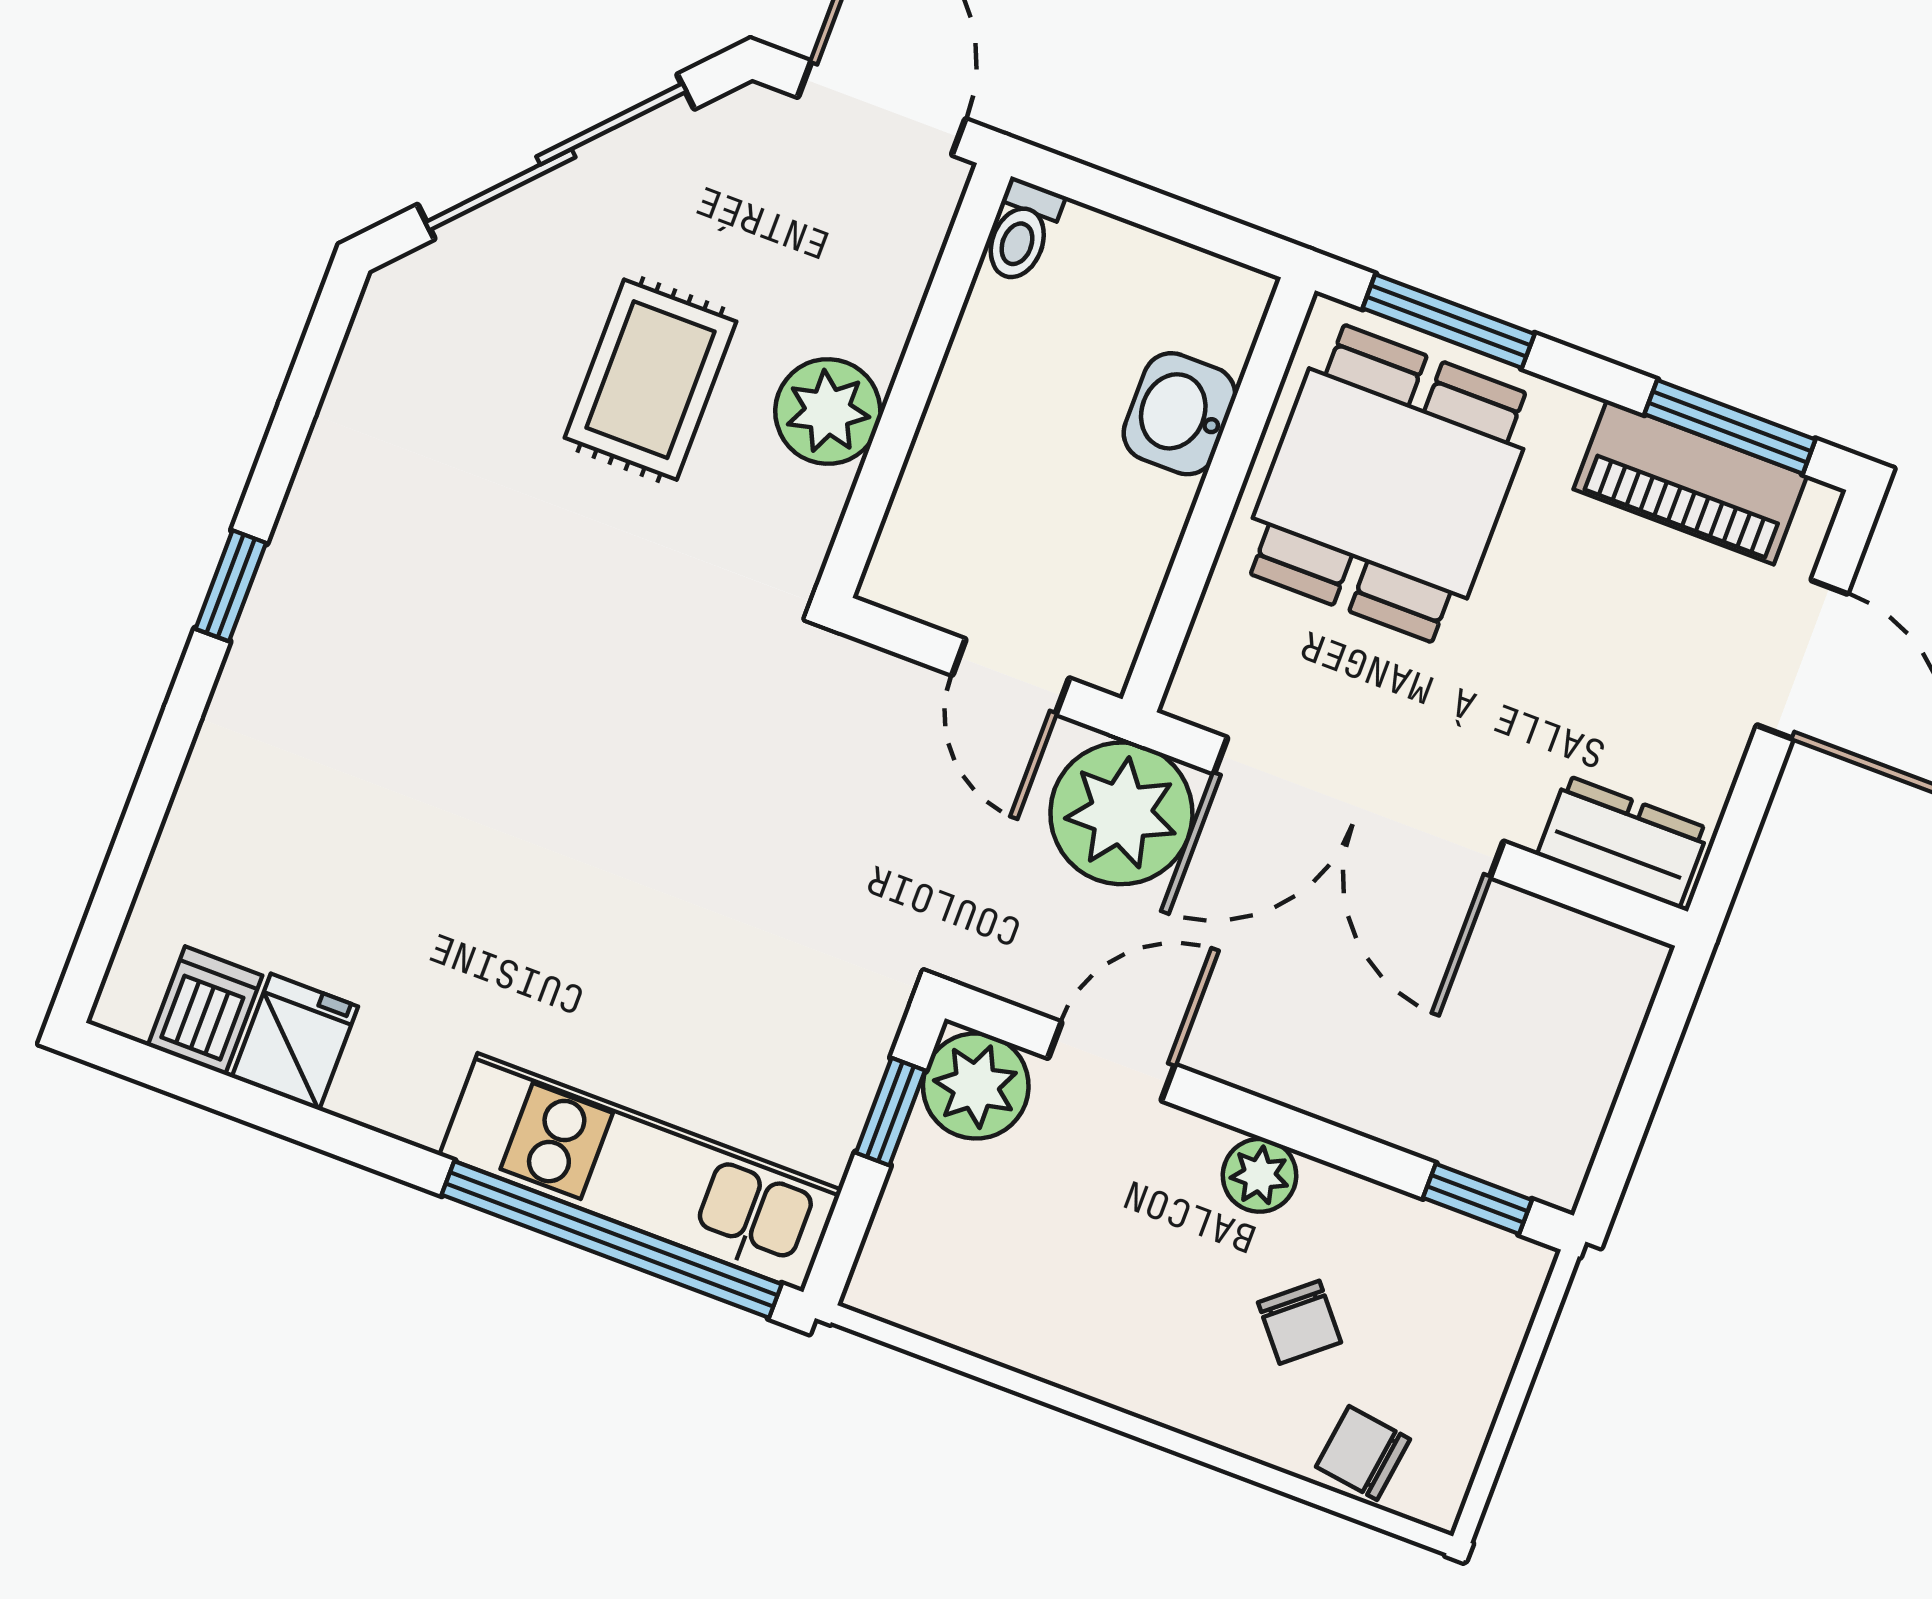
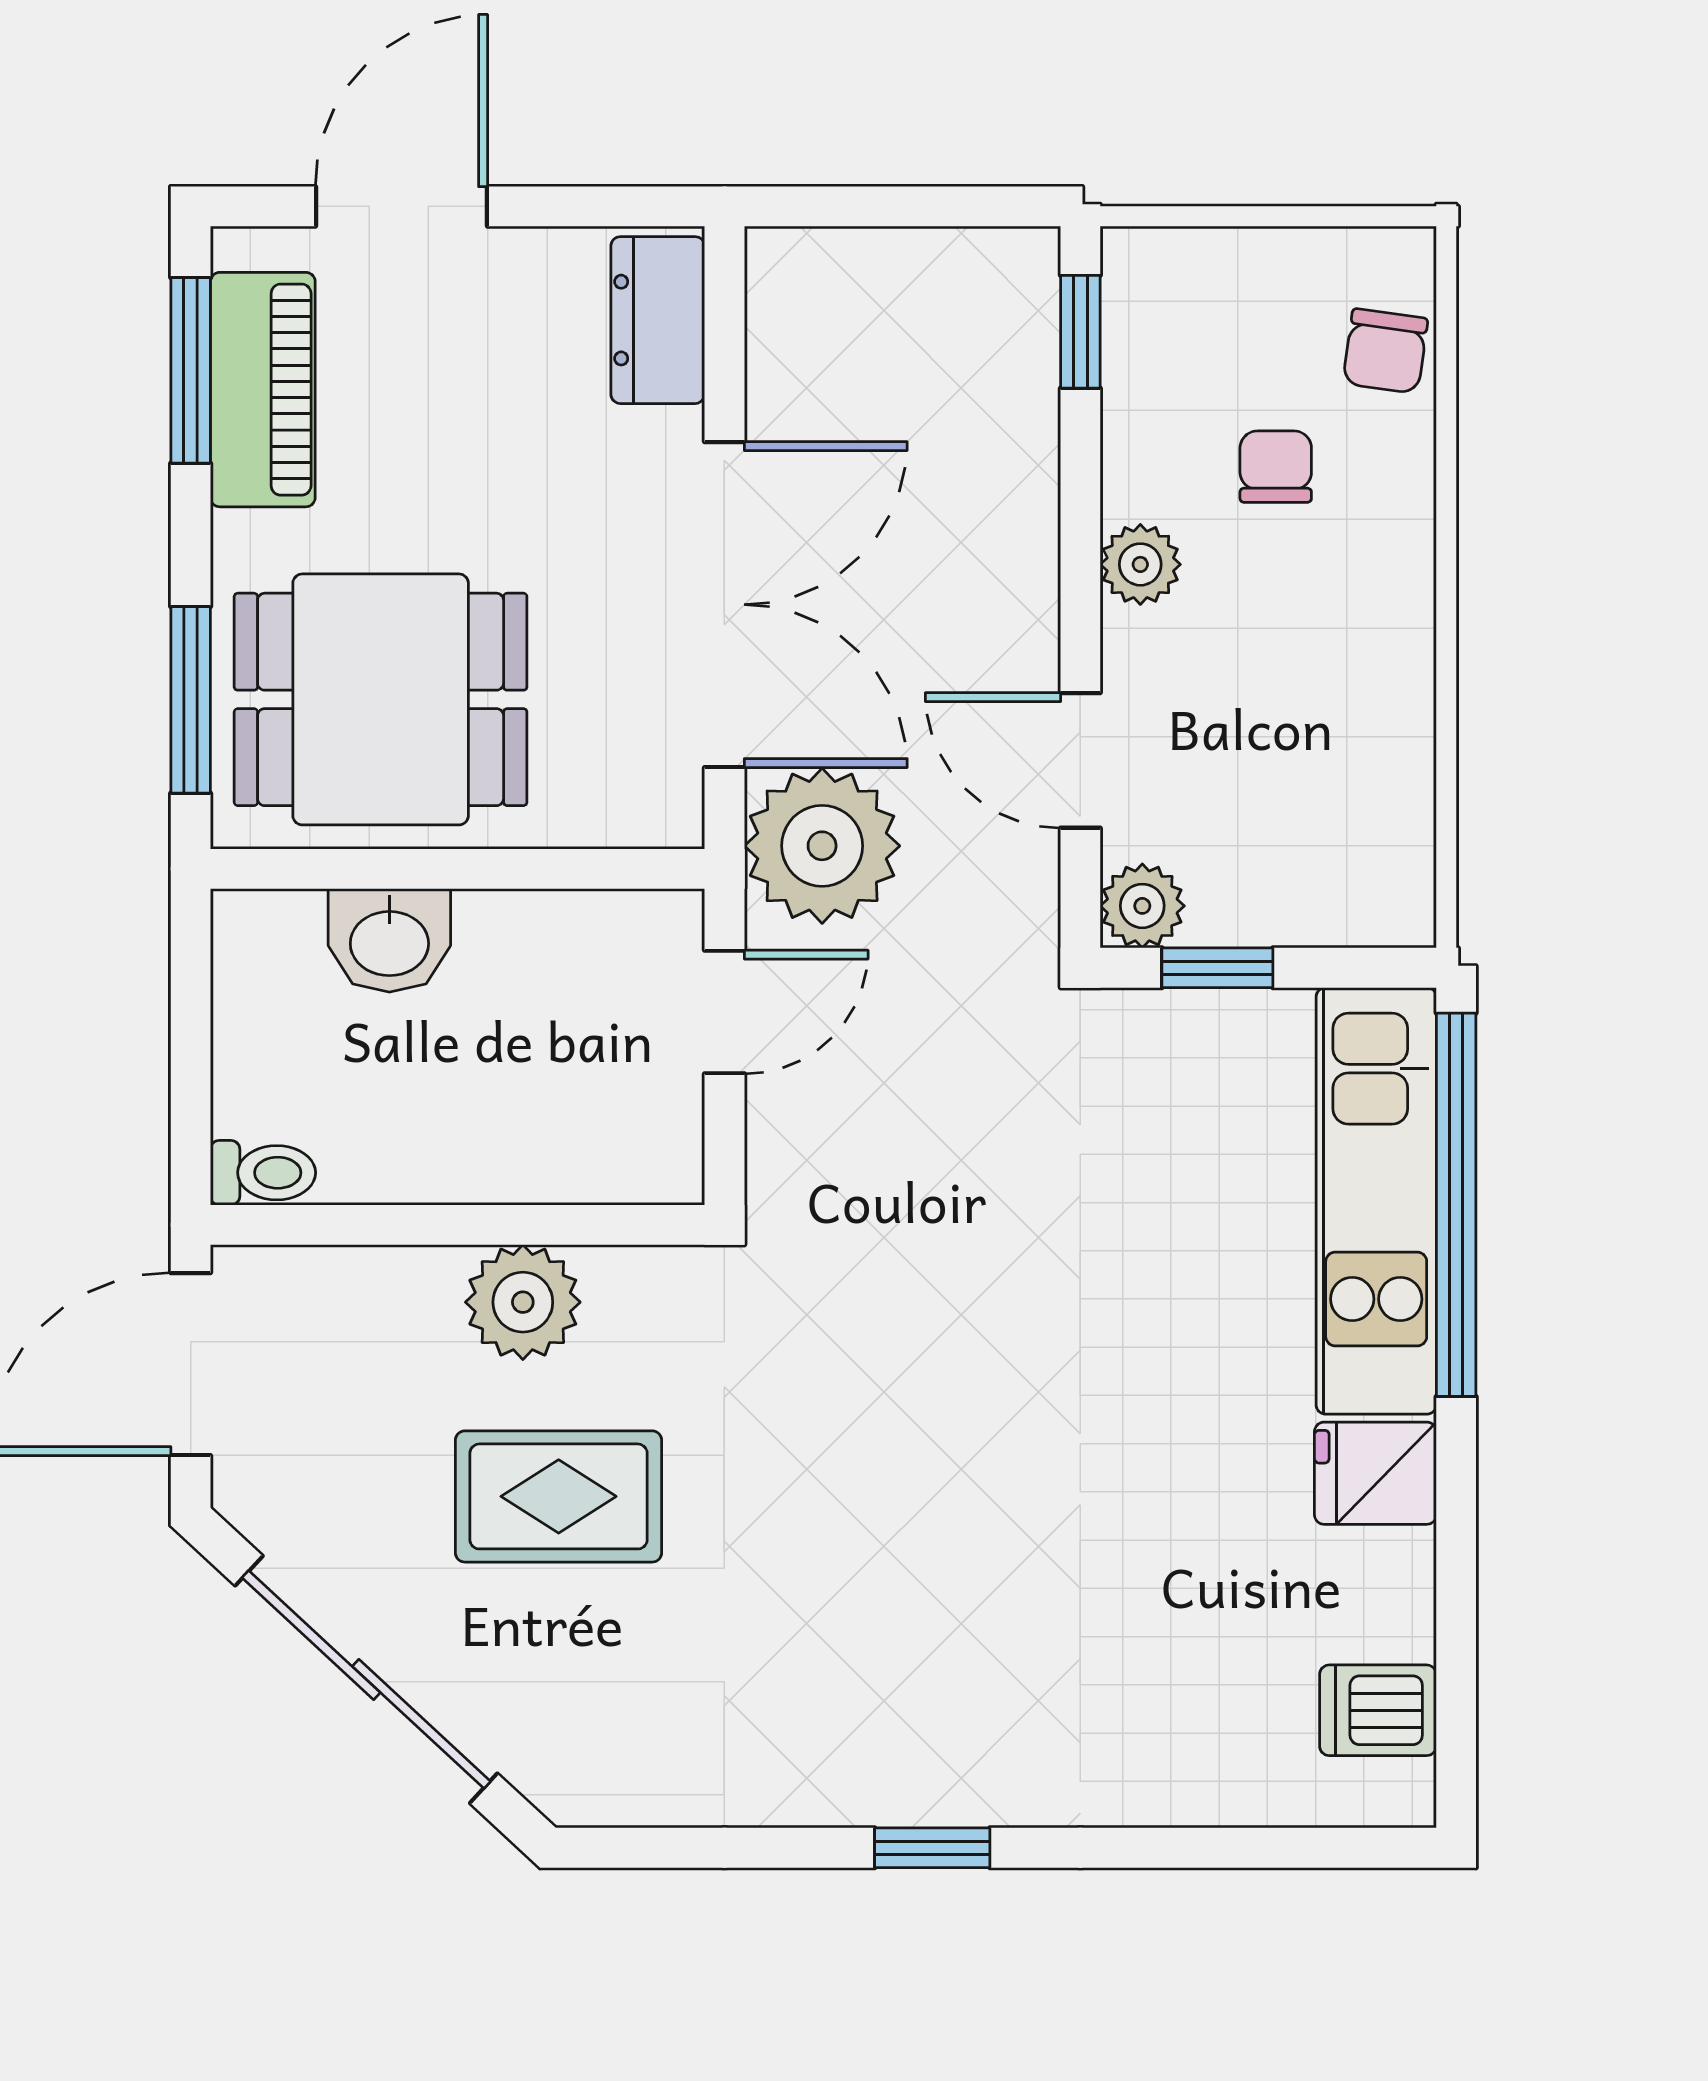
fridge: (295, 1042) -> (1375, 1473), moved
plant: (976, 1086) -> (1142, 906), width x0.73, depth x0.73
chair: (1300, 1322) -> (1276, 467), turned -50

